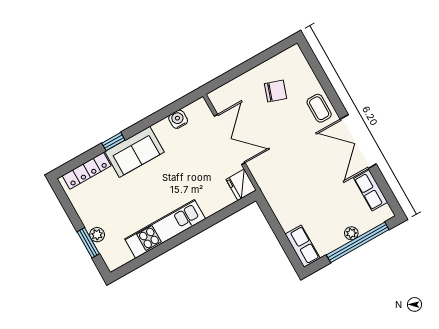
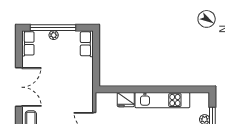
fridge: (241, 185) -> (126, 100), moved, turned 90
row of seats: (371, 190) -> (28, 43), moved

